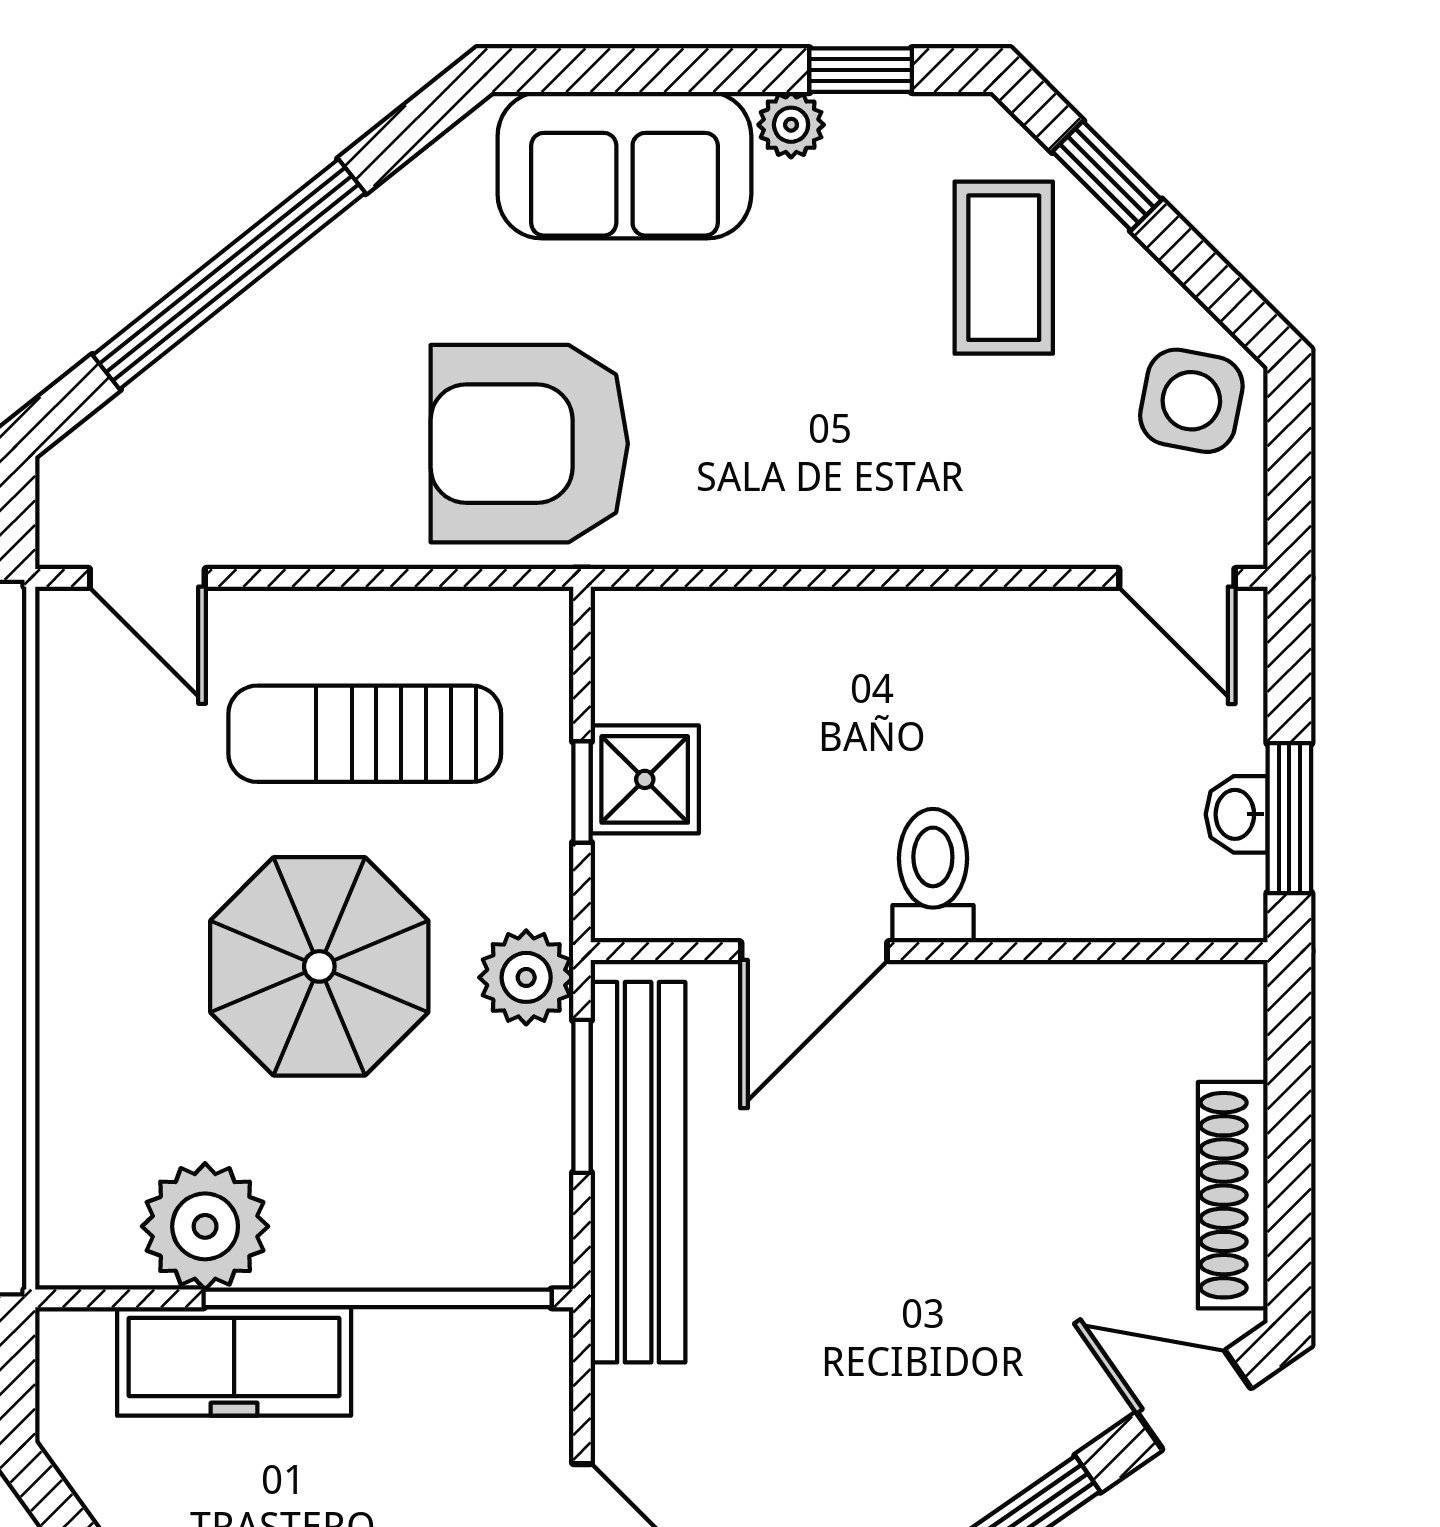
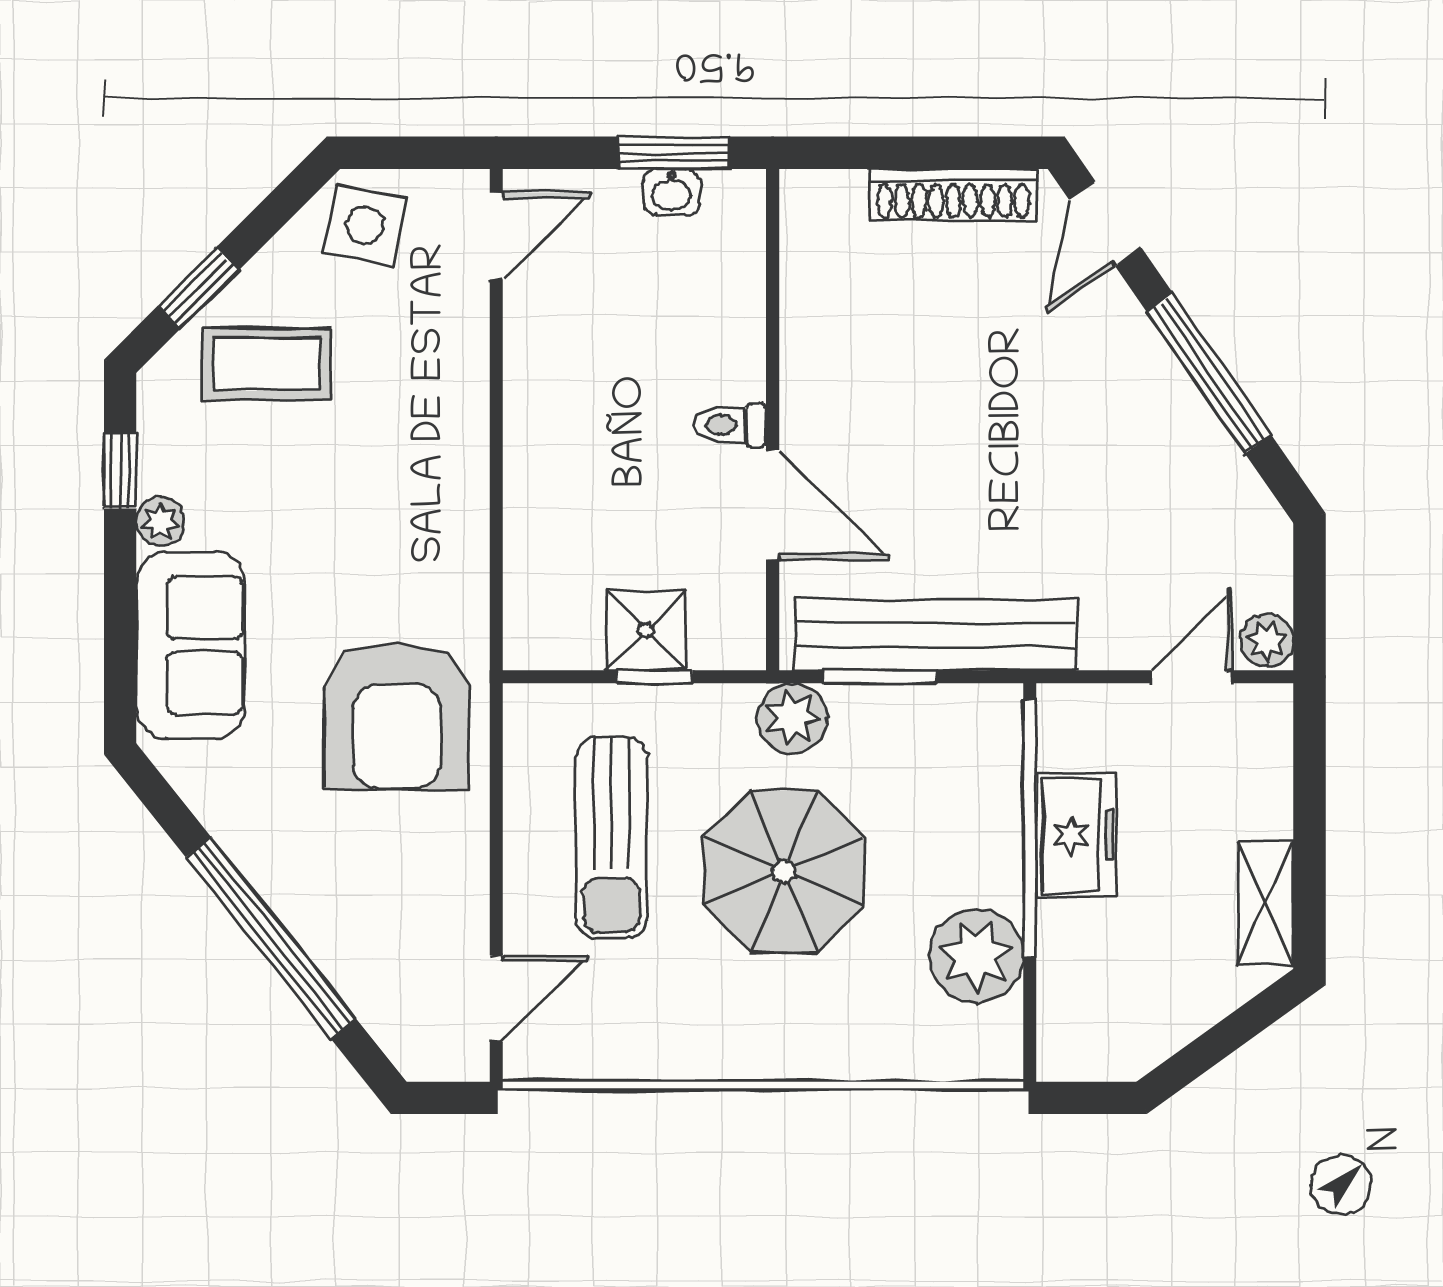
toilet: (933, 876) -> (731, 425), width x0.73, depth x0.72
freezer: (234, 1361) -> (1076, 835), moved, width x0.71

